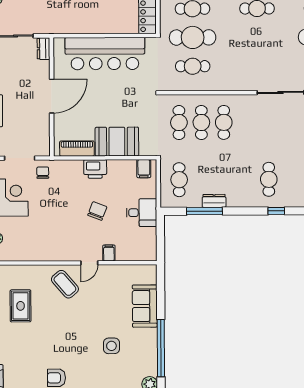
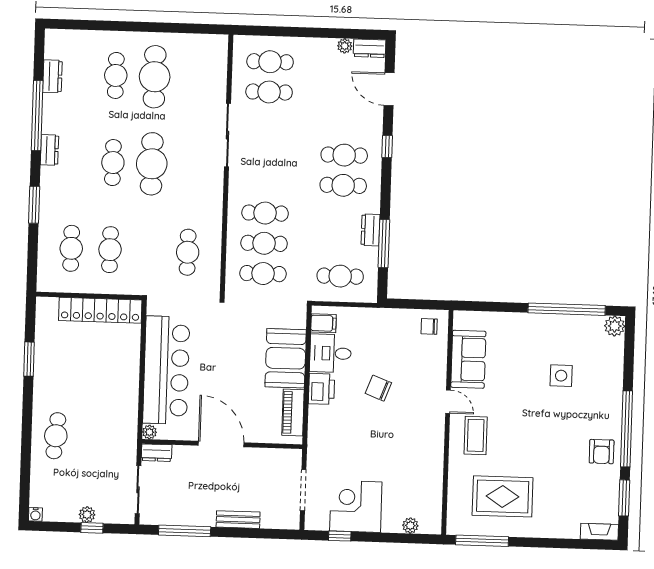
cafe table: (193, 37) -> (152, 164), moved
plant: (59, 43) -> (149, 432), added
chair: (43, 173) -> (429, 326), moved
cafe table: (246, 179) -> (343, 185), added
desk: (142, 213) -> (330, 353), moved, turned -90
filing cabinet: (109, 253) -> (436, 375), removed
coffee table: (65, 284) -> (476, 435), turned -49
rug: (21, 306) -> (503, 496), width x1.36, depth x1.43
sofa: (145, 306) -> (468, 359), moved, turned -90

